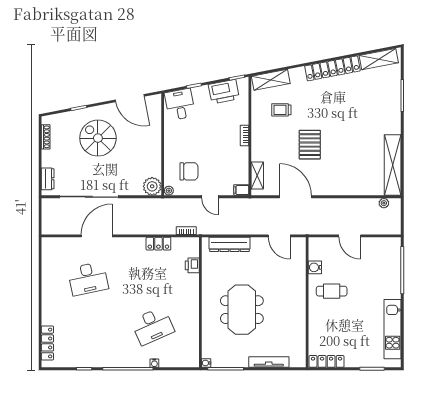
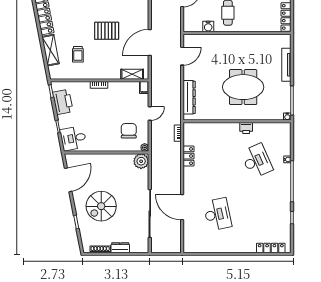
shelving: (271, 80) -> (50, 50), moved
dresser: (48, 179) -> (120, 248), moved
printer: (192, 265) -> (246, 128), moved

